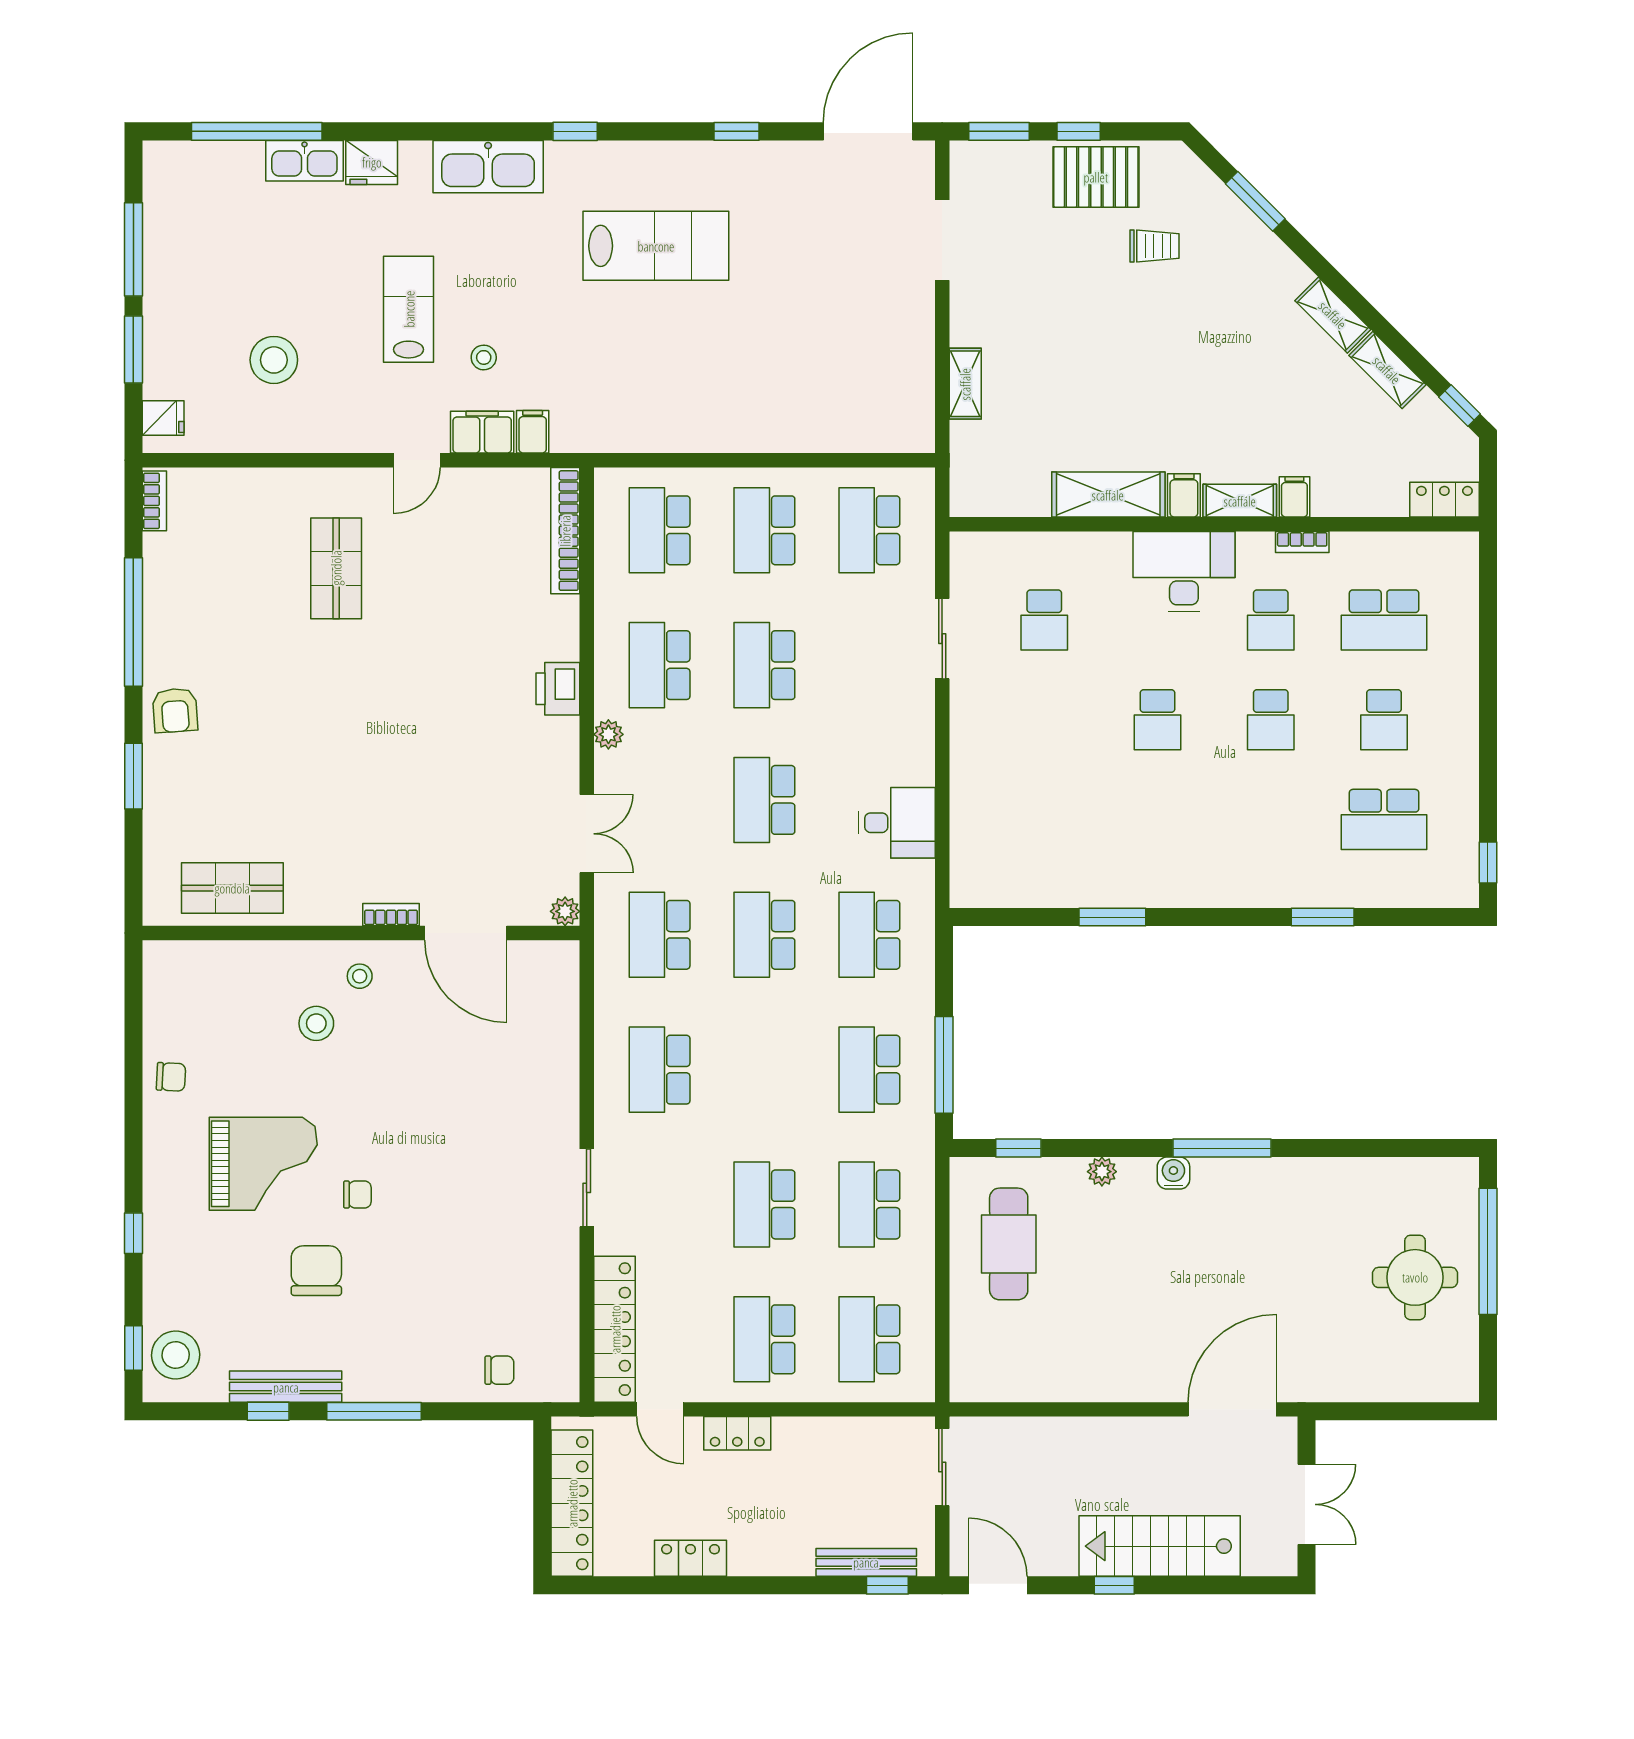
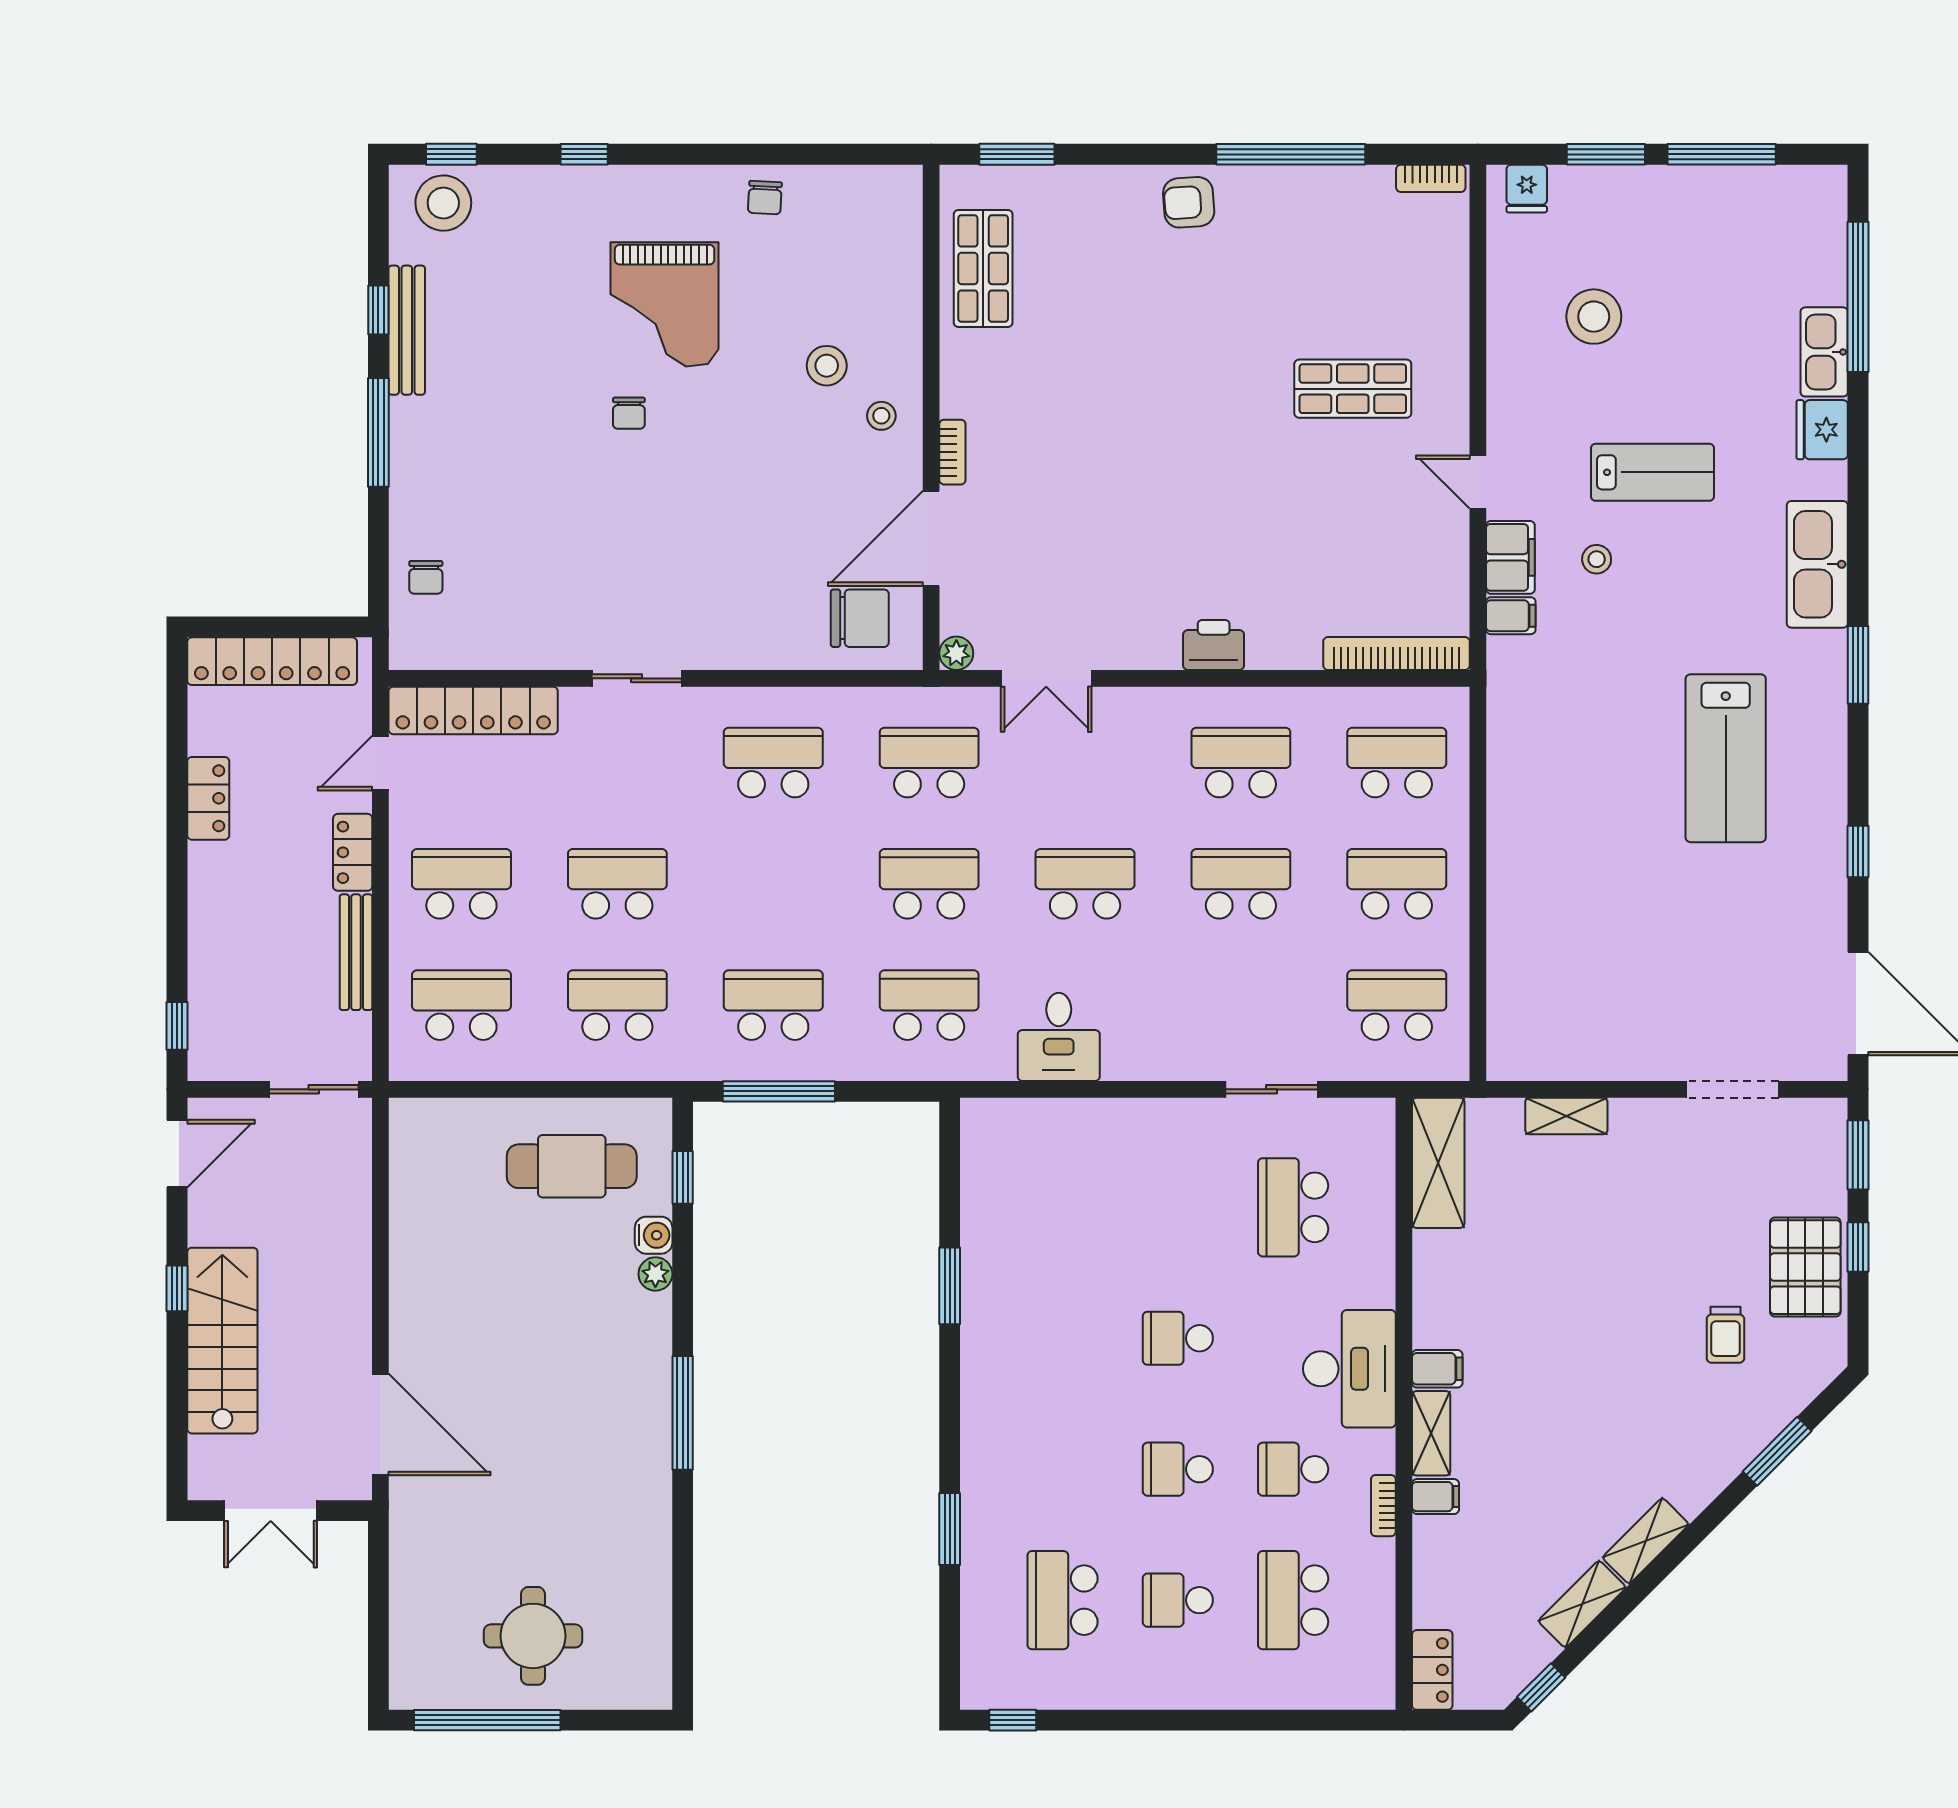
window: (575, 131) -> (1858, 665), width x1.50
shelving: (1108, 495) -> (1438, 1163), moved
school desk: (1044, 620) -> (1293, 1207), width x1.85
plant: (608, 734) -> (1161, 703), removed
window: (133, 776) -> (1017, 154), moved
water cooler: (1173, 1173) -> (654, 1235), moved
window: (1488, 1251) -> (487, 1720), moved
chair: (316, 1271) -> (860, 618), moved
bench: (866, 1562) -> (356, 952), moved

